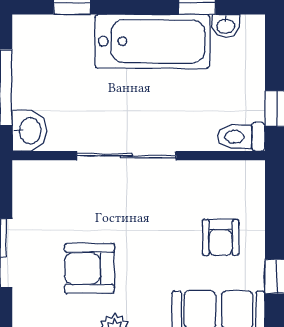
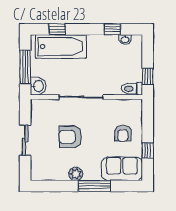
bathtub: (152, 41) -> (61, 46), moved
armchair: (89, 268) -> (70, 137), moved

